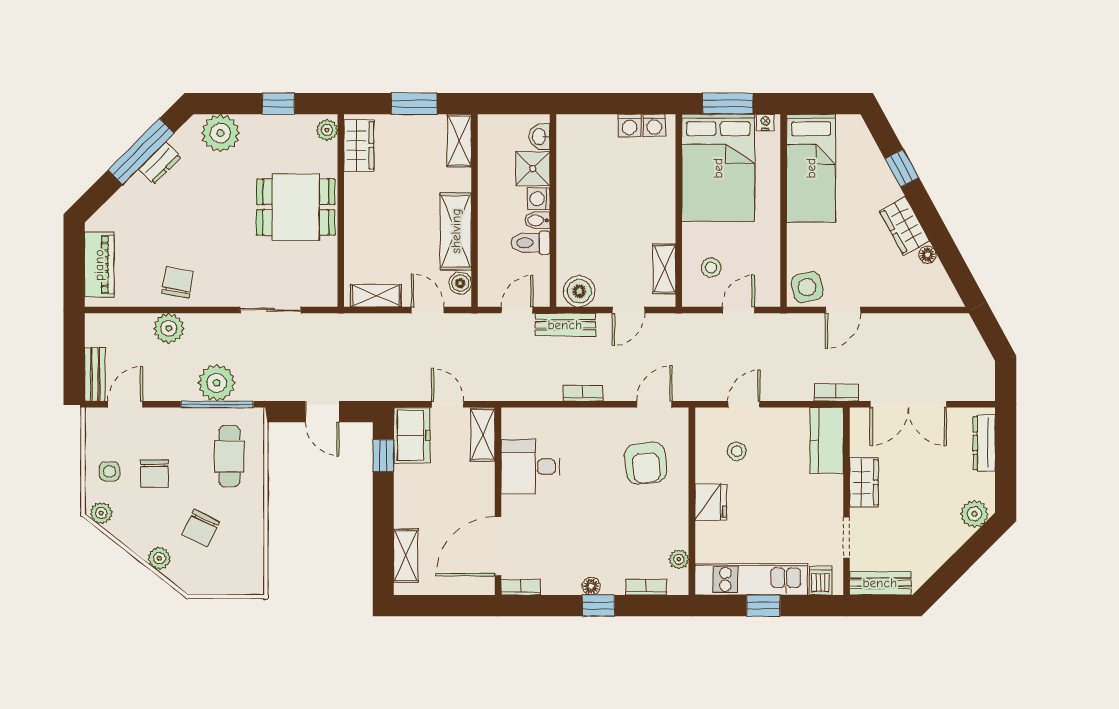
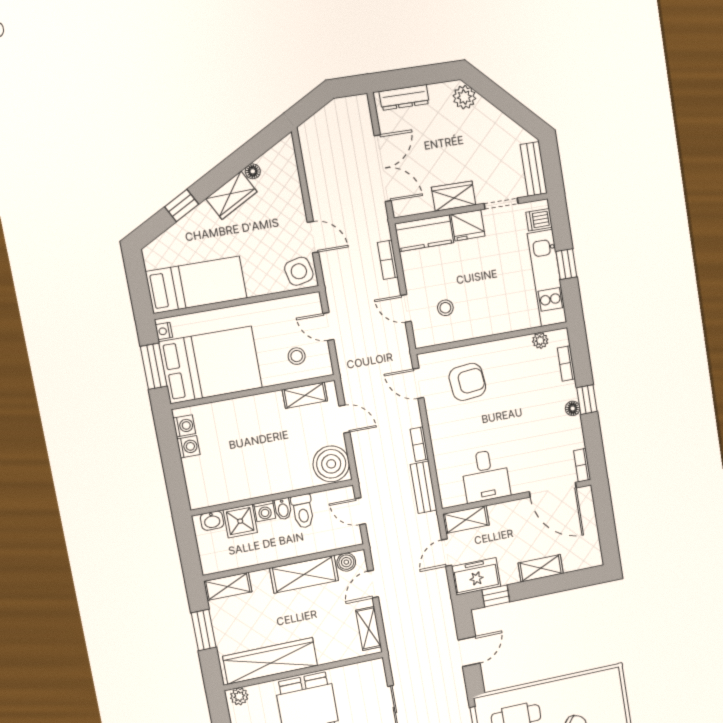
wardrobe: (359, 145) -> (270, 661), width x2.10, depth x1.17
boiler: (579, 291) -> (331, 464), width x1.37, depth x1.37
bench: (565, 325) -> (423, 487), moved
bookcase: (836, 392) -> (388, 260), moved
fridge: (711, 502) -> (468, 225), moved, turned 180
shelving: (406, 556) -> (541, 568), moved

